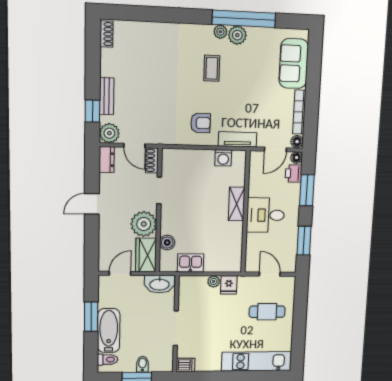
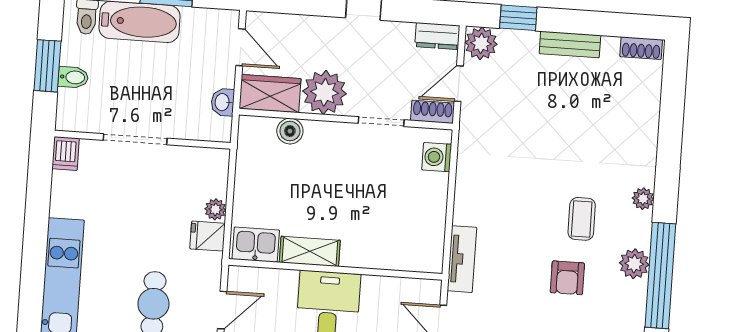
plant: (220, 32) -> (643, 199), moved
coffee table: (212, 68) -> (582, 219), turned 90
bench: (107, 96) -> (570, 45), moved
armchair: (201, 123) -> (567, 278), moved
washing machine: (223, 158) -> (437, 157), moved
shelving: (237, 204) -> (310, 251), moved
kitchen sink: (191, 263) -> (256, 245), moved, turned -90
washbasin: (159, 284) -> (223, 102), width x0.52, depth x0.69

